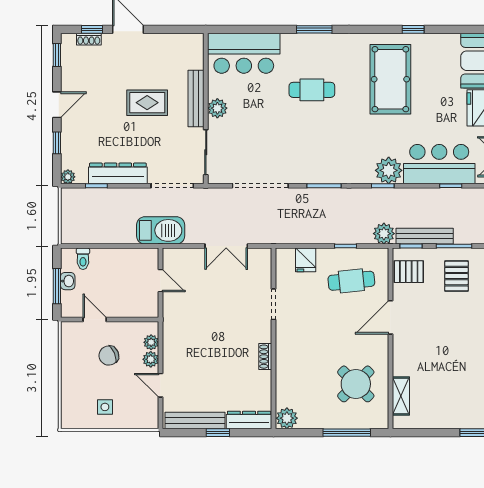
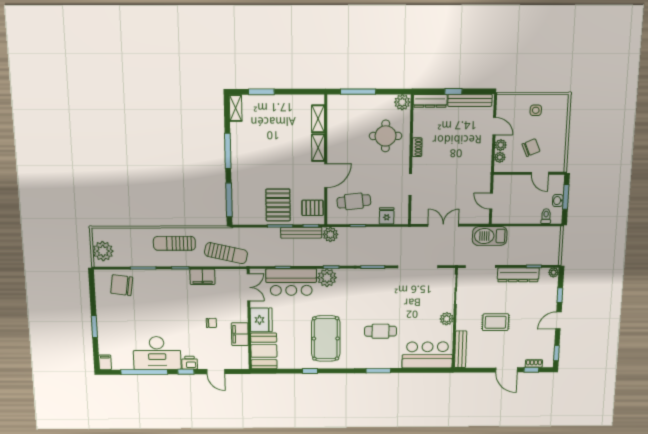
bench: (196, 99) -> (461, 349), moved
pallet: (457, 276) -> (278, 205), width x1.50, depth x1.42
shelving: (401, 356) -> (318, 148), added
round table: (356, 384) -> (386, 136), moved, turned 45

